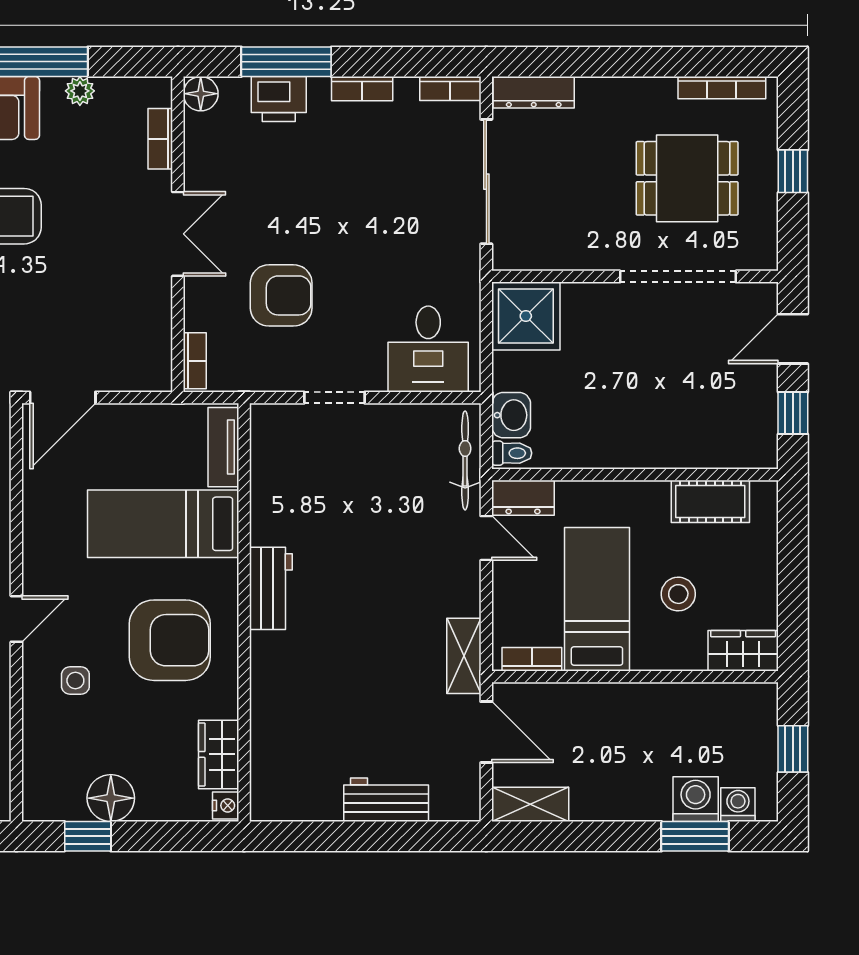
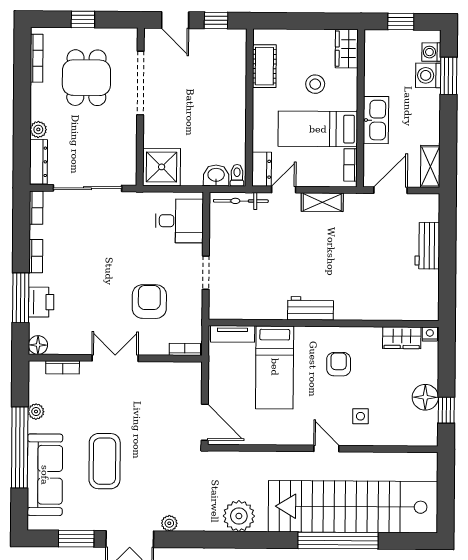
plant: (592, 92) -> (38, 129), added
armchair: (170, 640) -> (339, 364), width x0.53, depth x0.53
shelving: (464, 656) -> (322, 202), moved
kitchen sink: (614, 705) -> (376, 120), added

